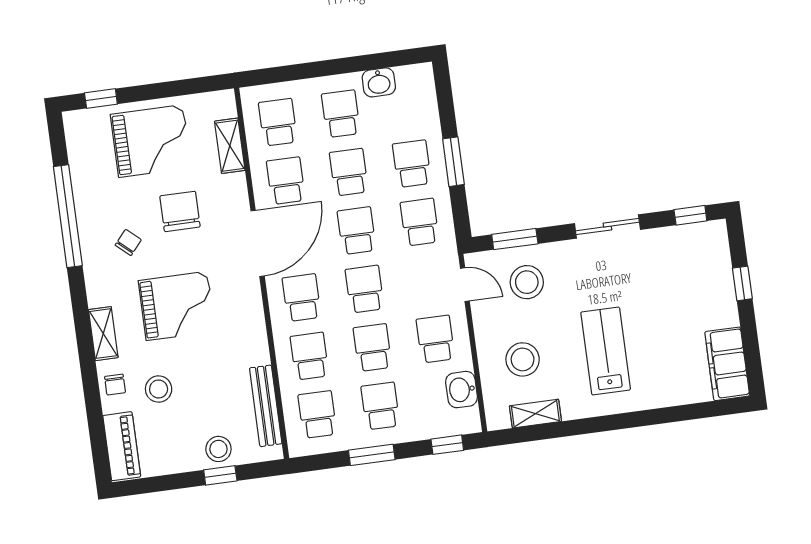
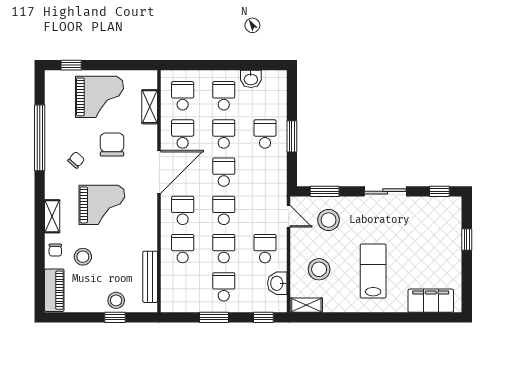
school desk: (420, 222) -> (265, 172), removed
filing cabinet: (727, 364) -> (431, 301), moved, turned 90
shelving: (535, 414) -> (306, 305), moved
school desk: (317, 415) -> (183, 287), removed

